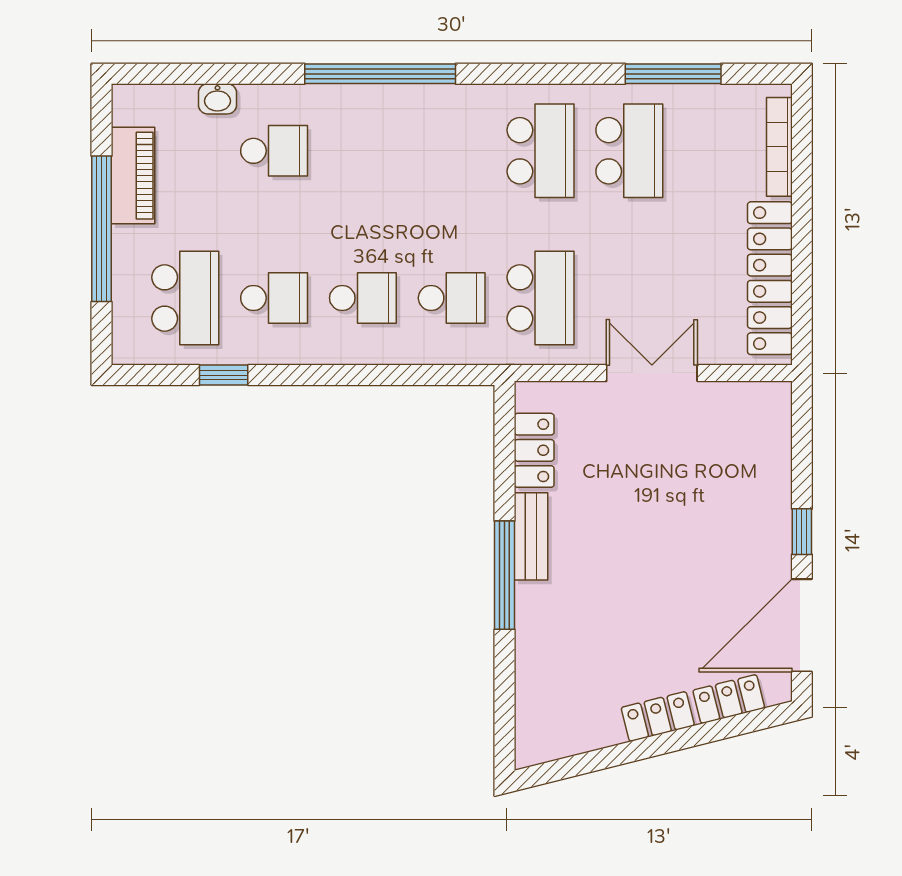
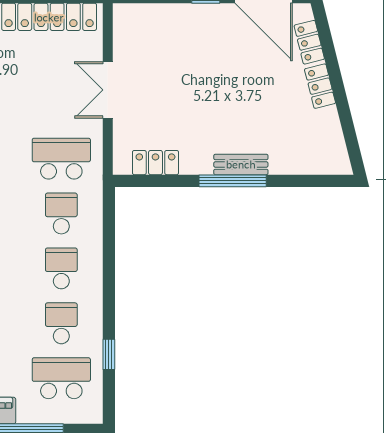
bench: (531, 536) -> (241, 164), moved

